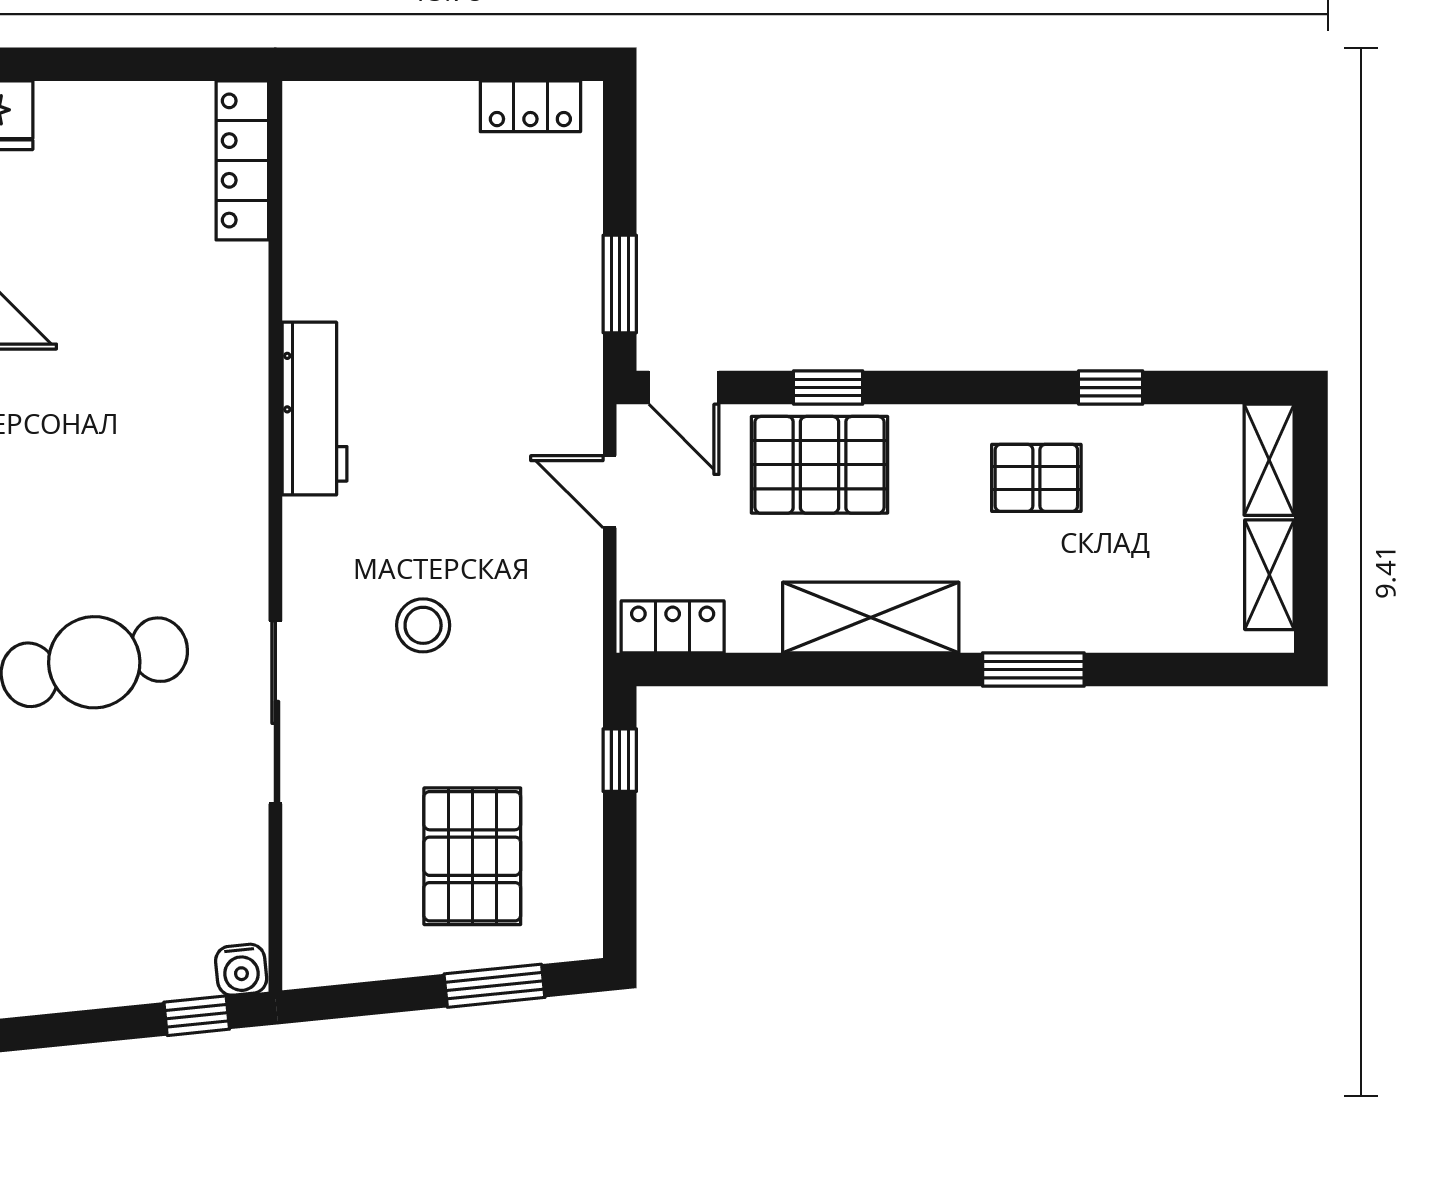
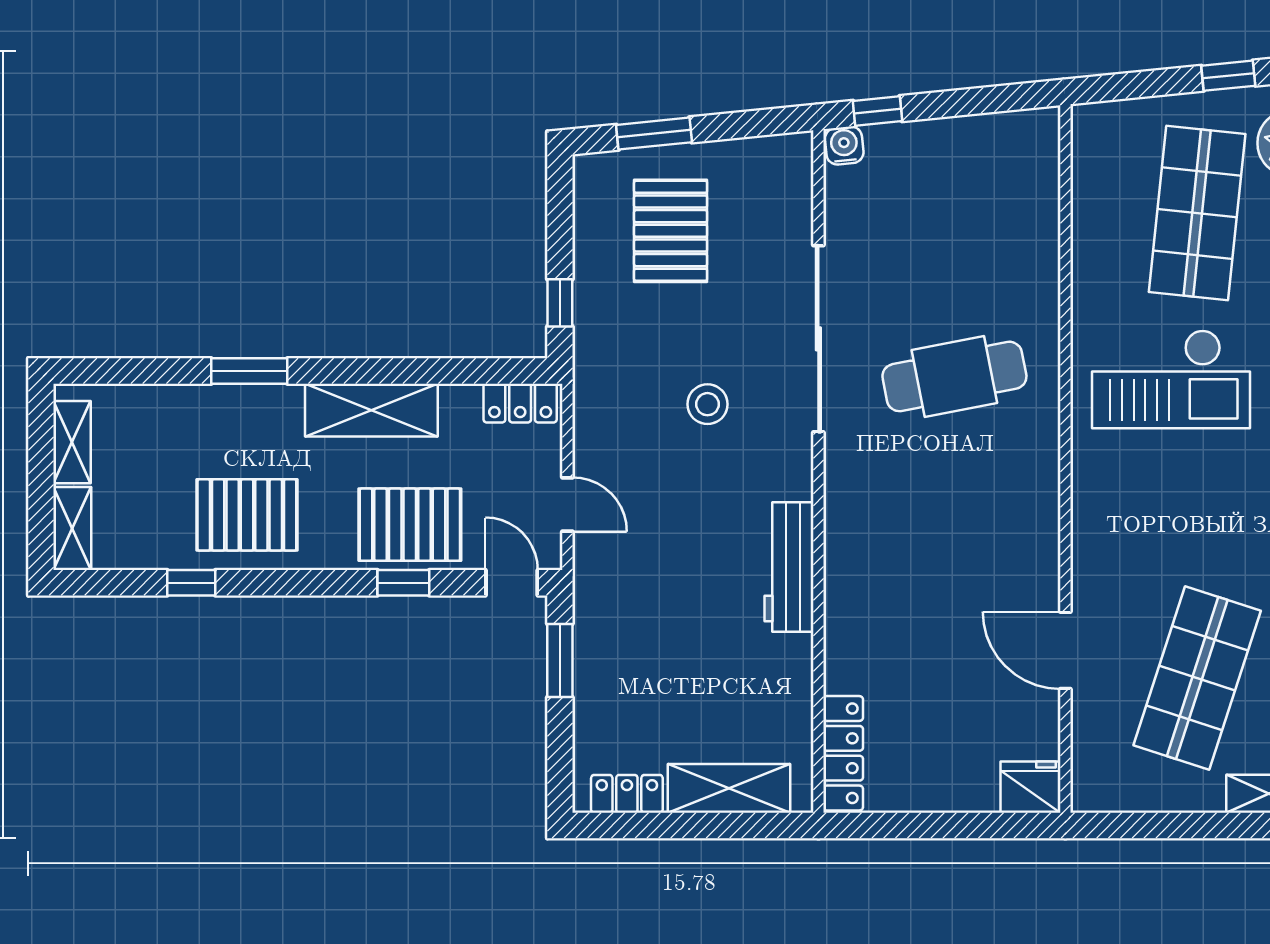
shelving: (394, 114) -> (729, 788), added
pallet: (1036, 478) -> (247, 515), width x1.50, depth x1.42
sliding door: (275, 712) -> (818, 339), width x1.36

